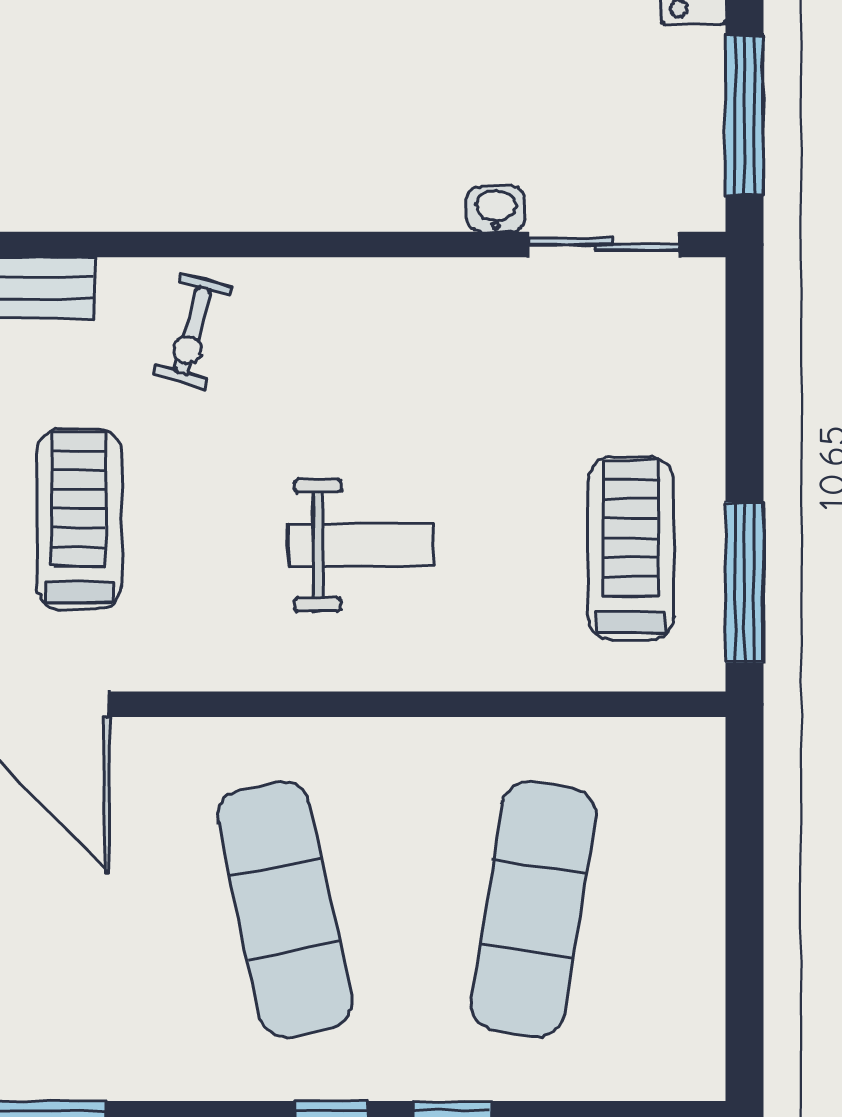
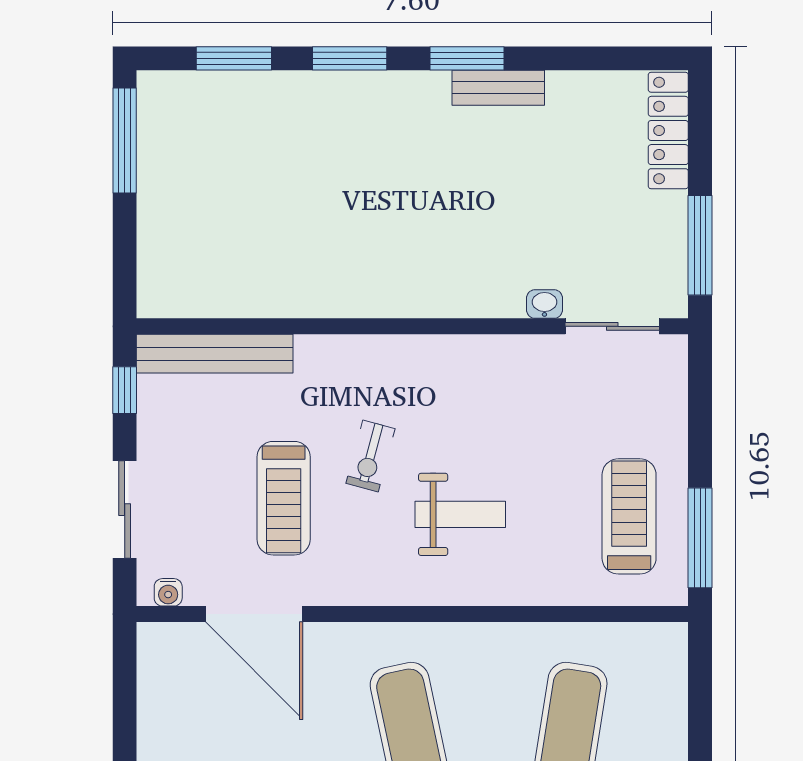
exercise bike: (193, 331) -> (370, 456), moved
treadmill: (79, 519) -> (284, 498), turned 180

